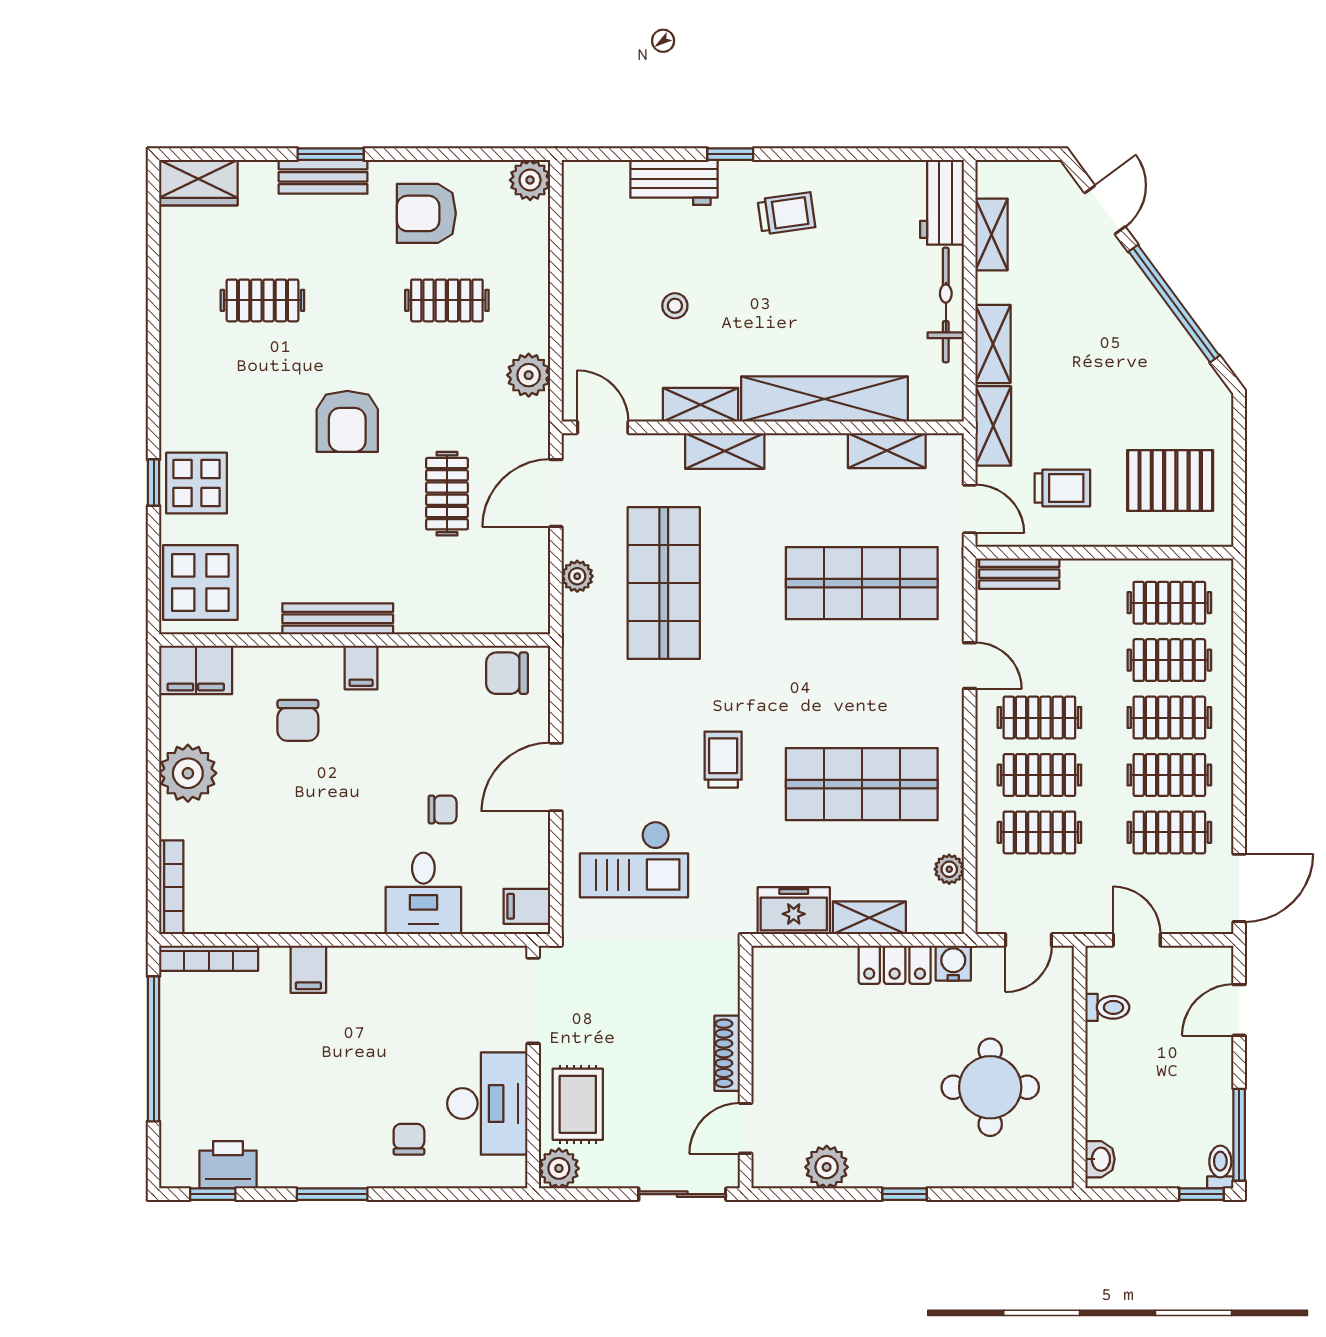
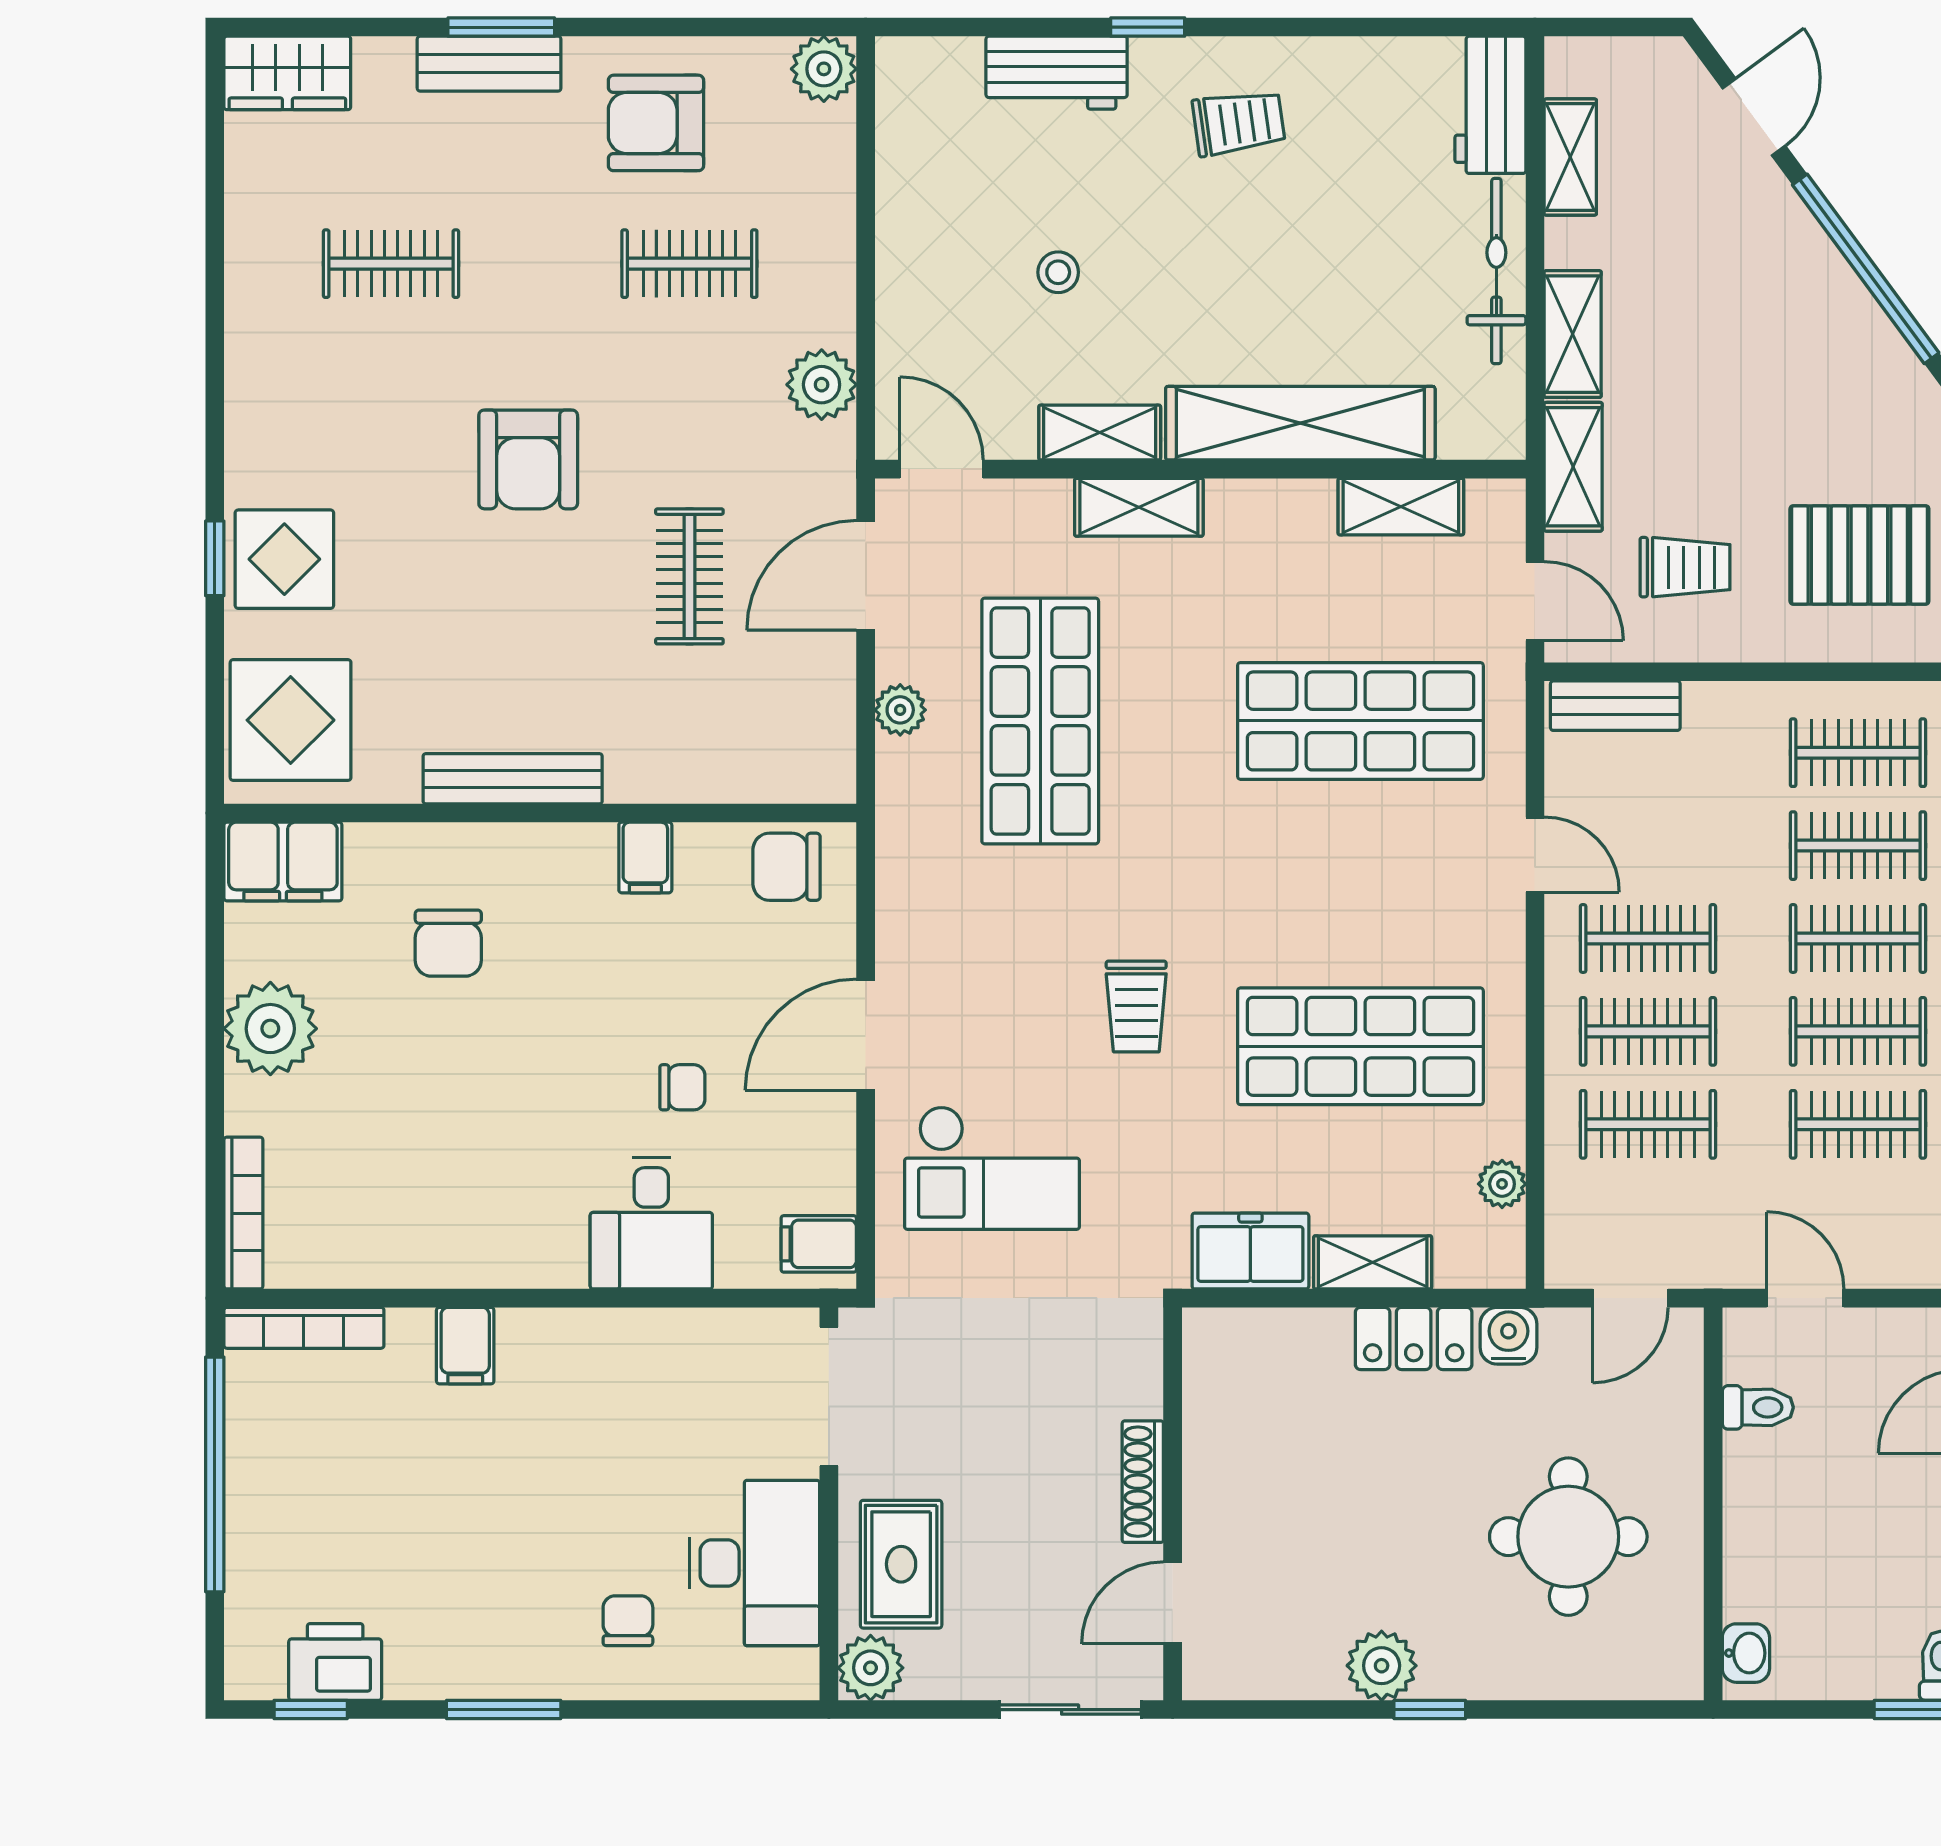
filing cabinet: (361, 667) -> (645, 858), moved
trolley: (723, 760) -> (1136, 1006), turned 180
plant: (827, 1167) -> (1382, 1666), moved

